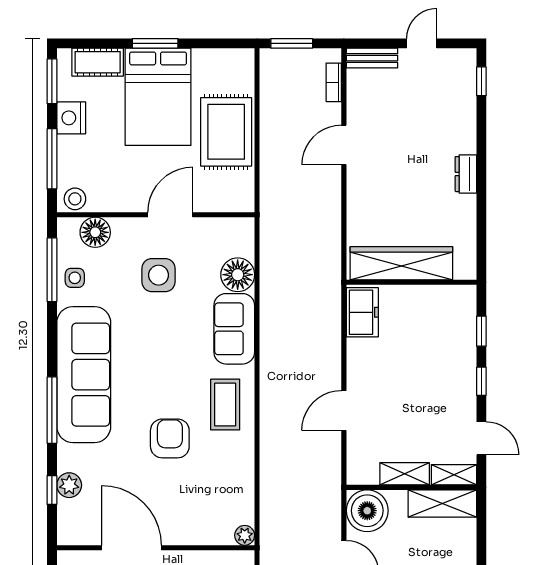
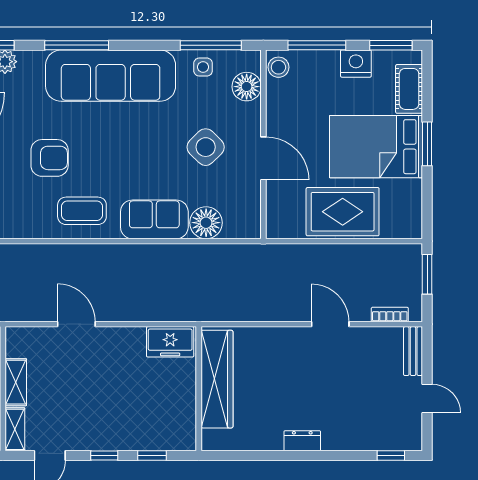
side table: (159, 275) -> (206, 147), turned 45

